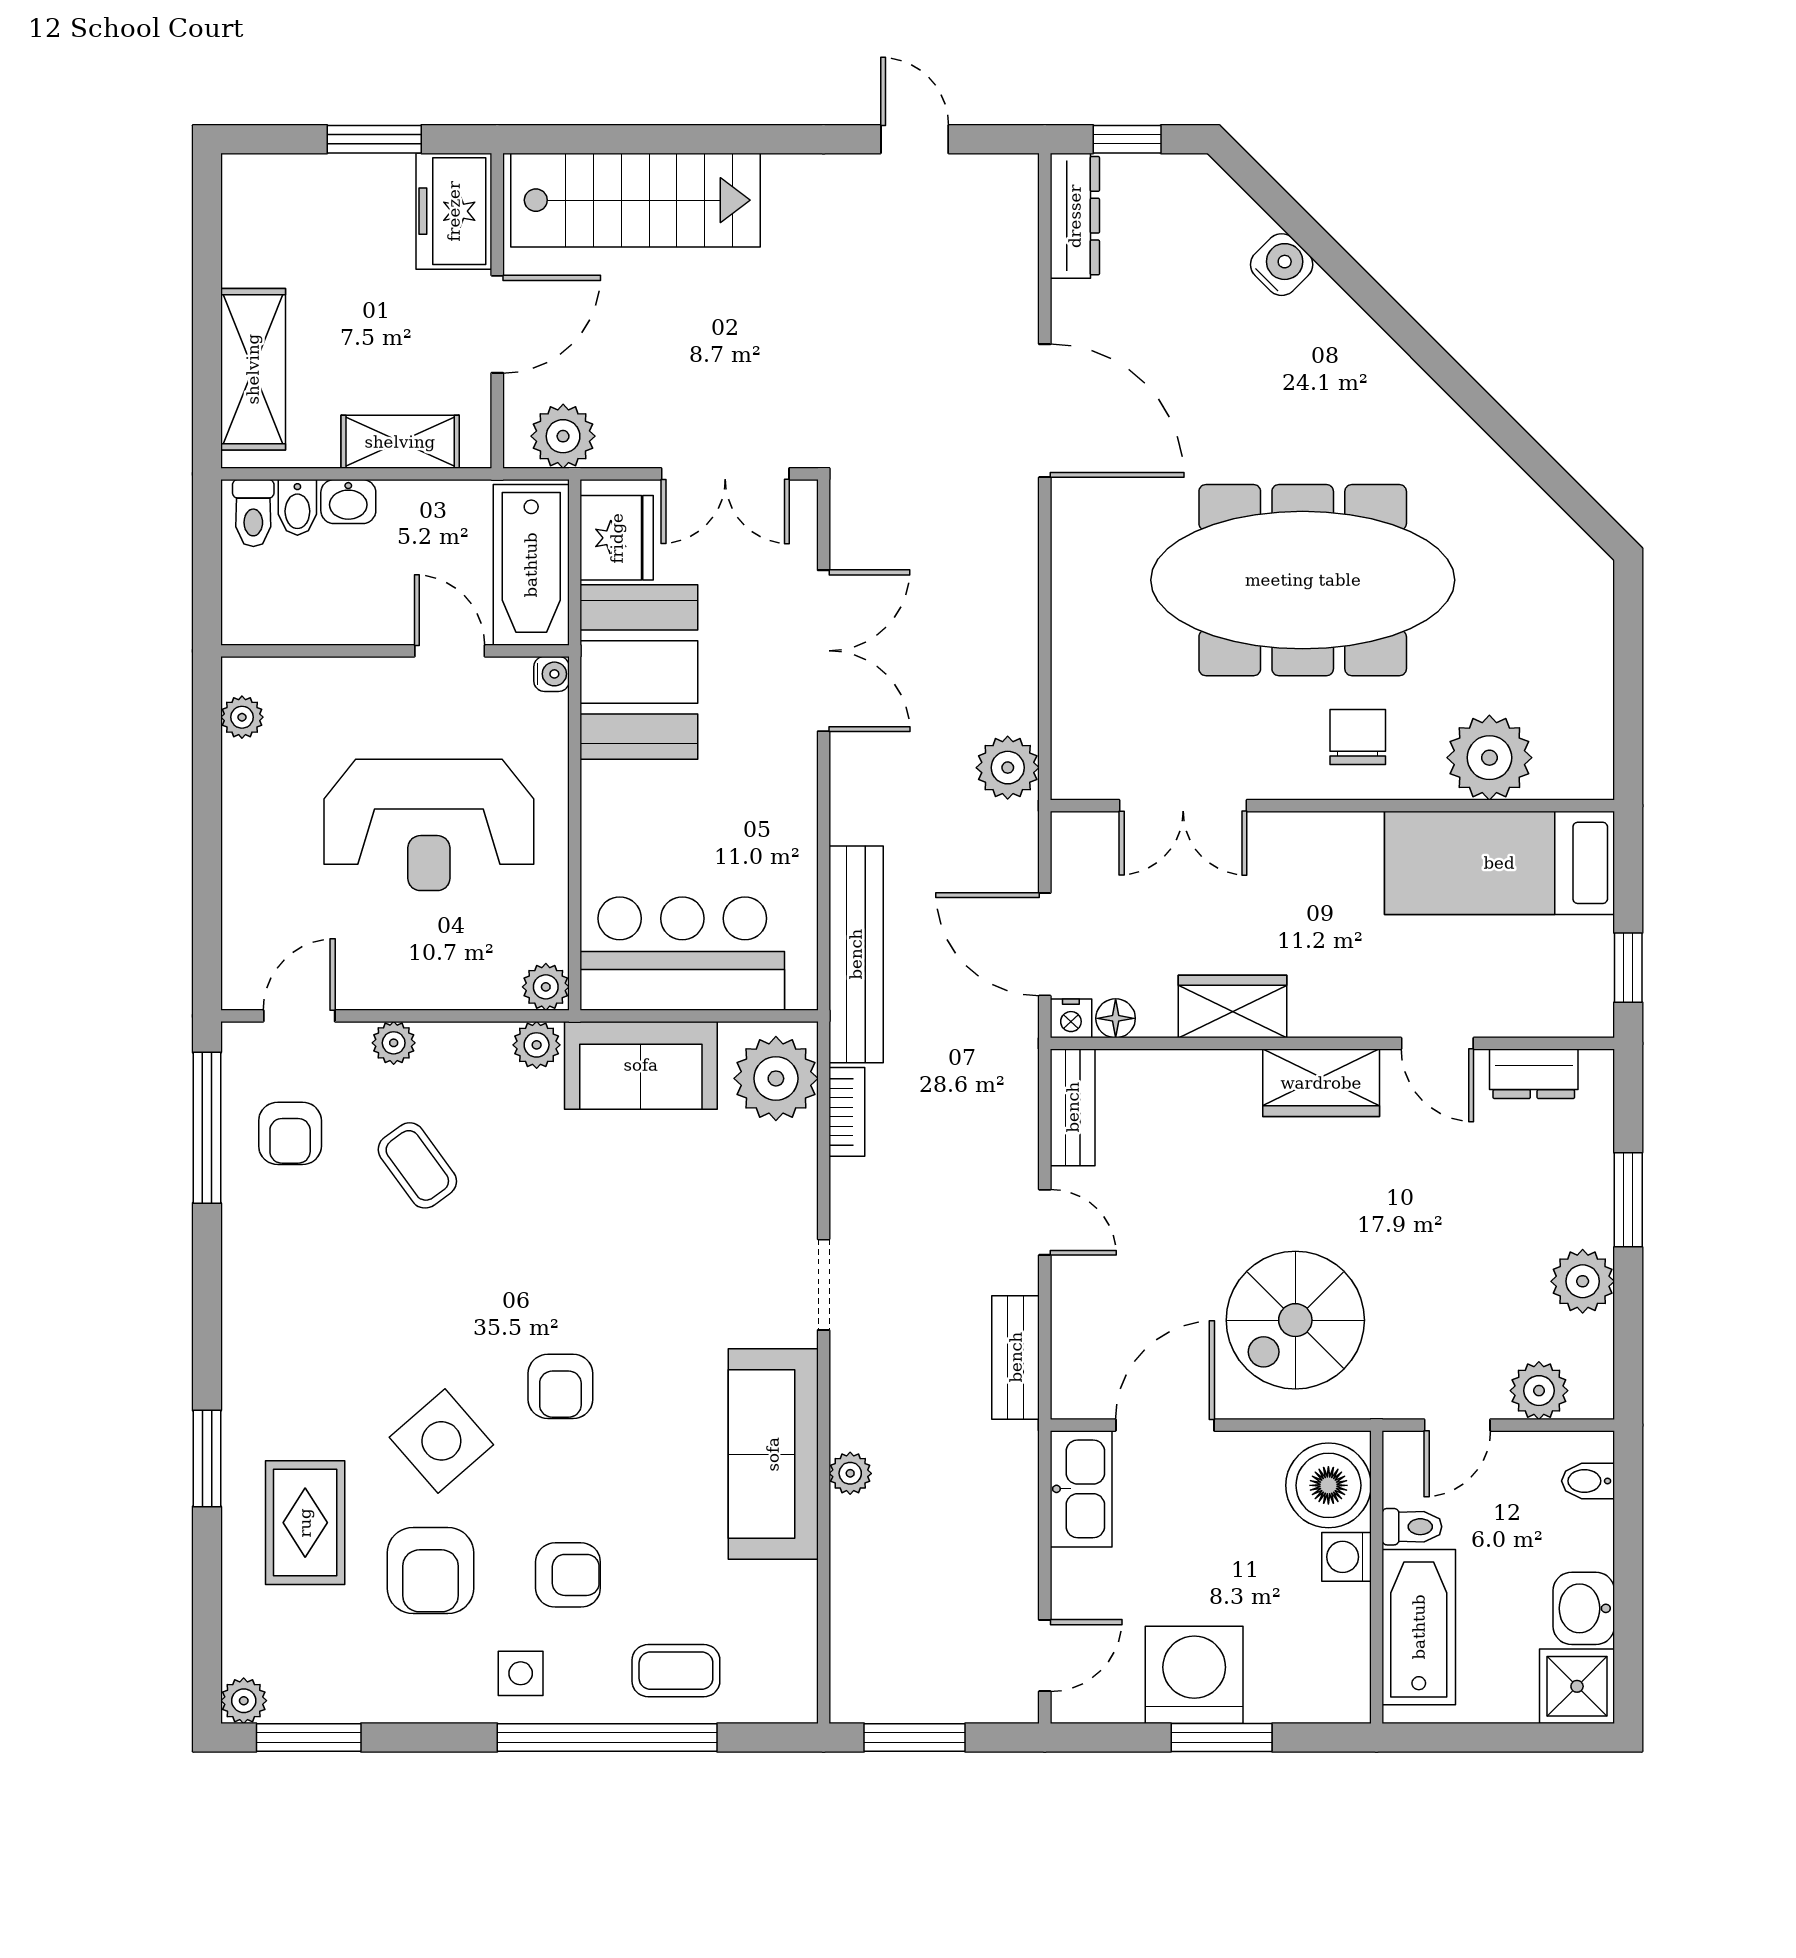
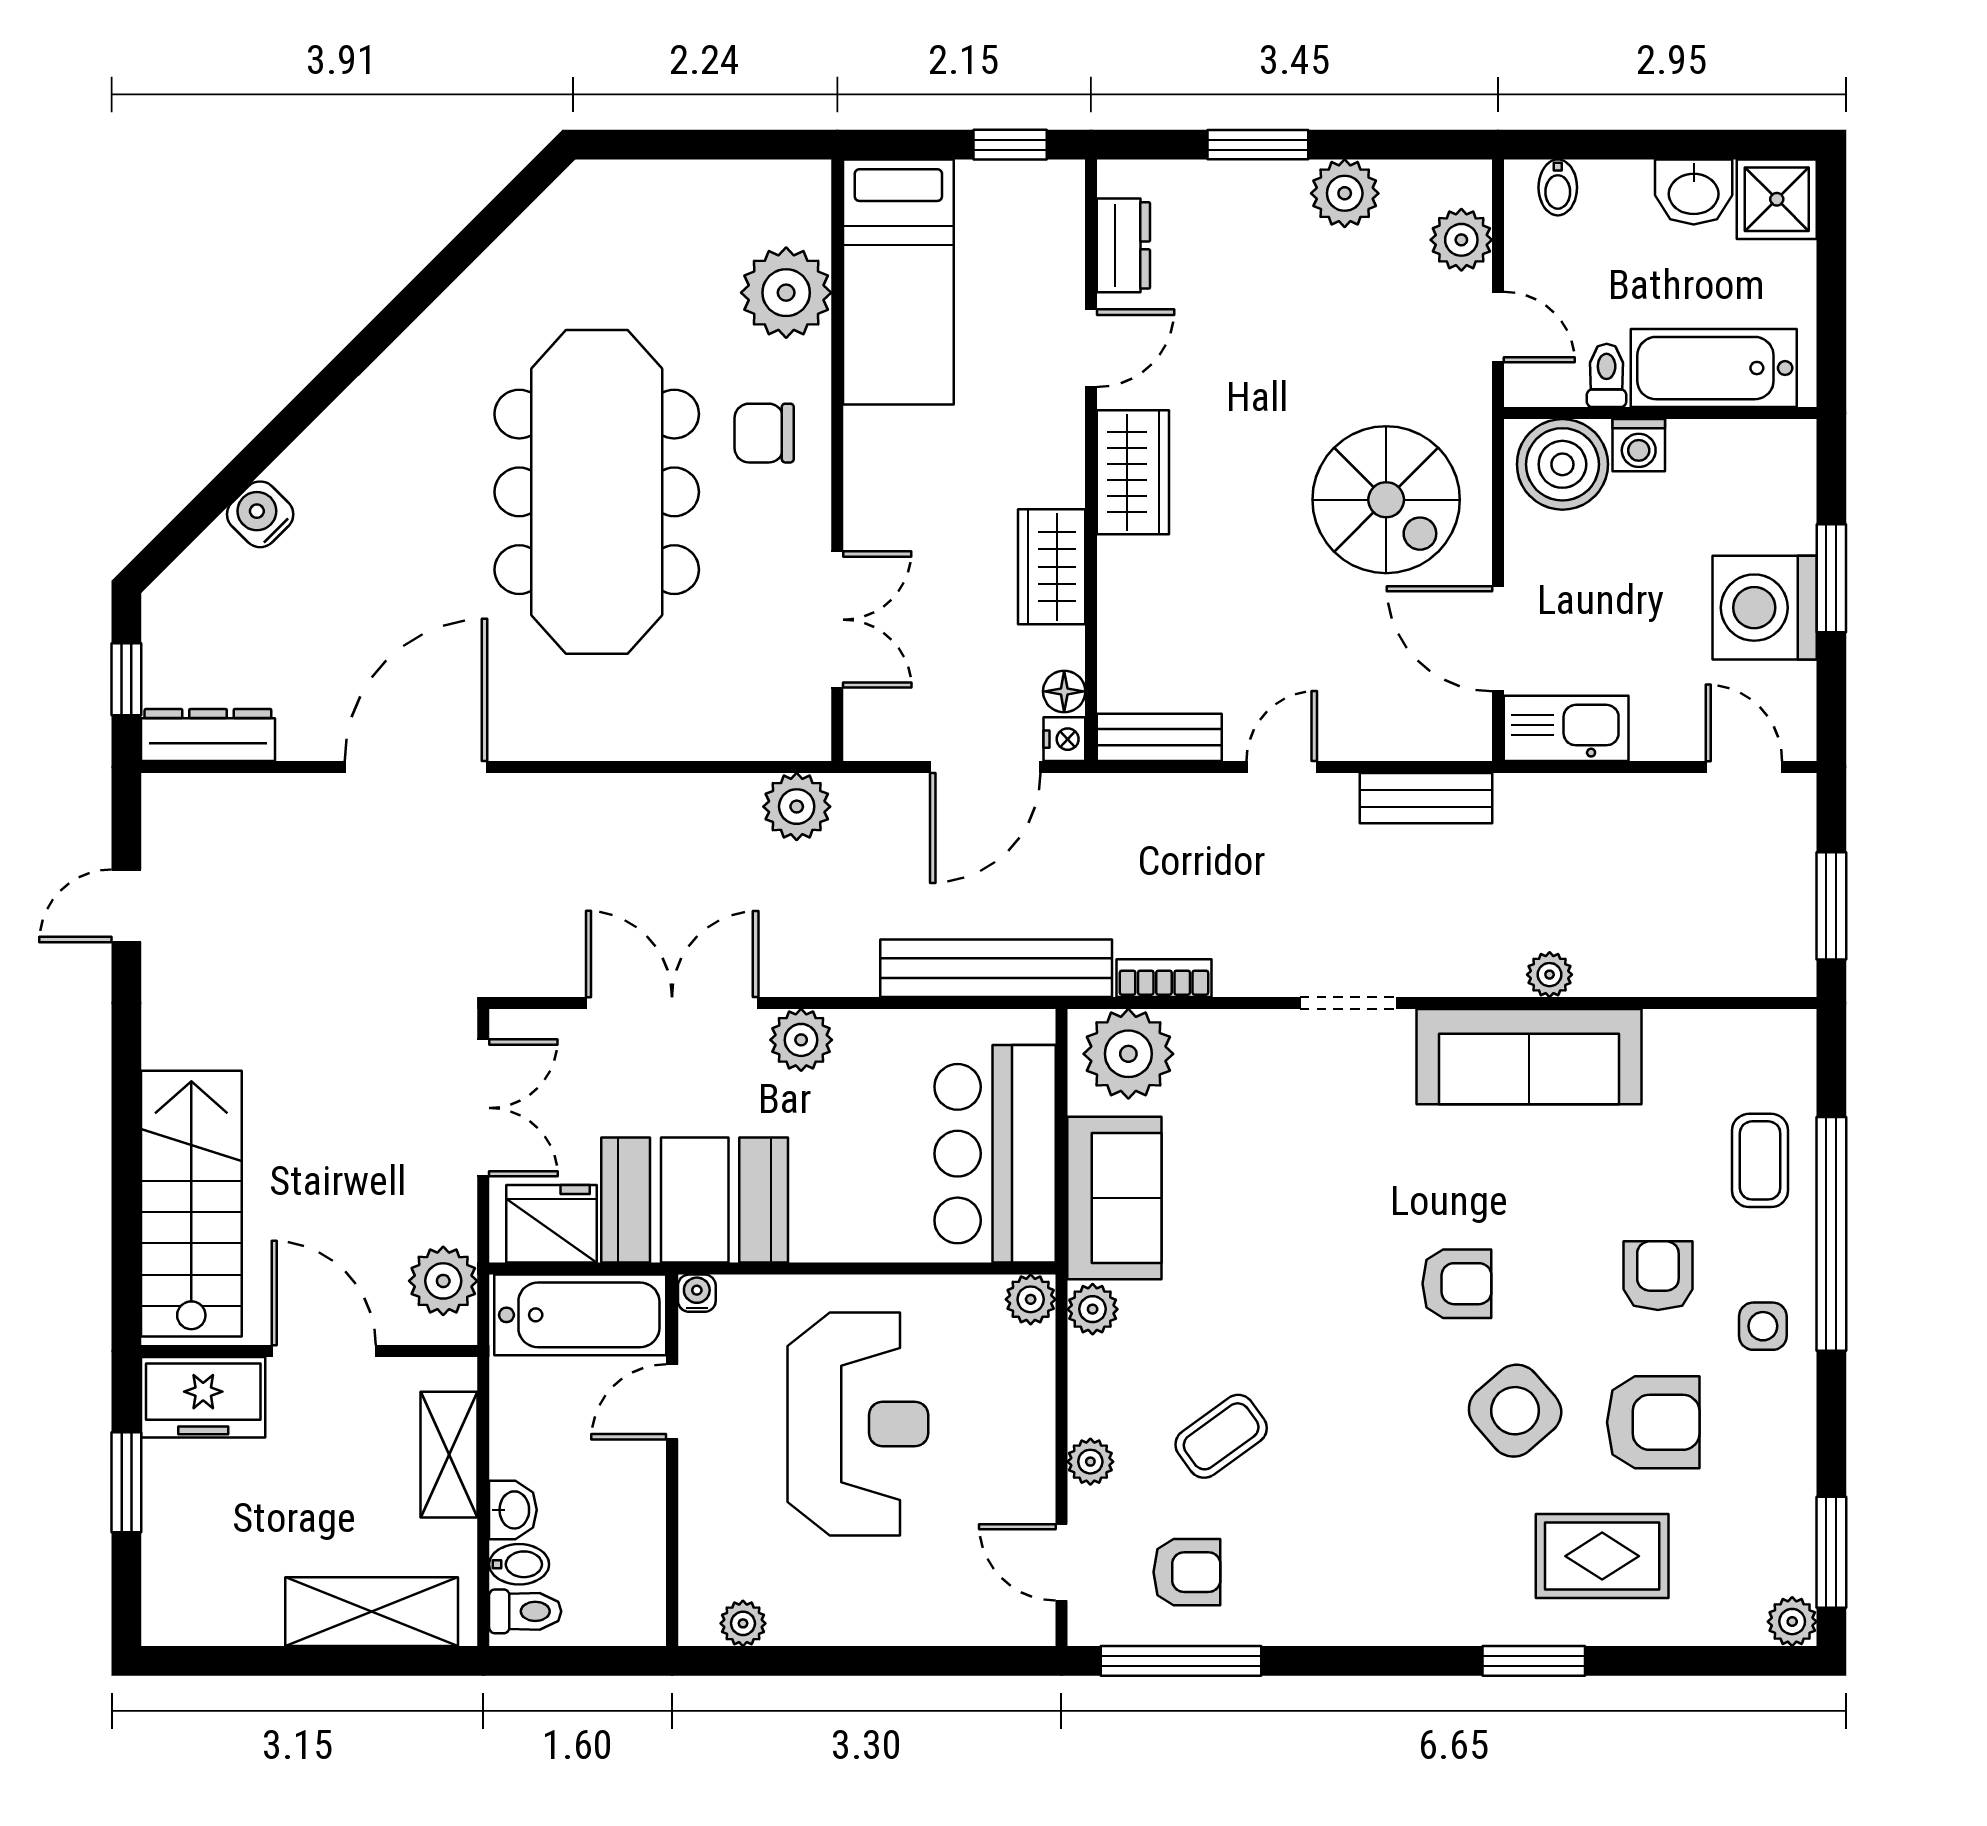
plant: (789, 772) -> (801, 1040), added

